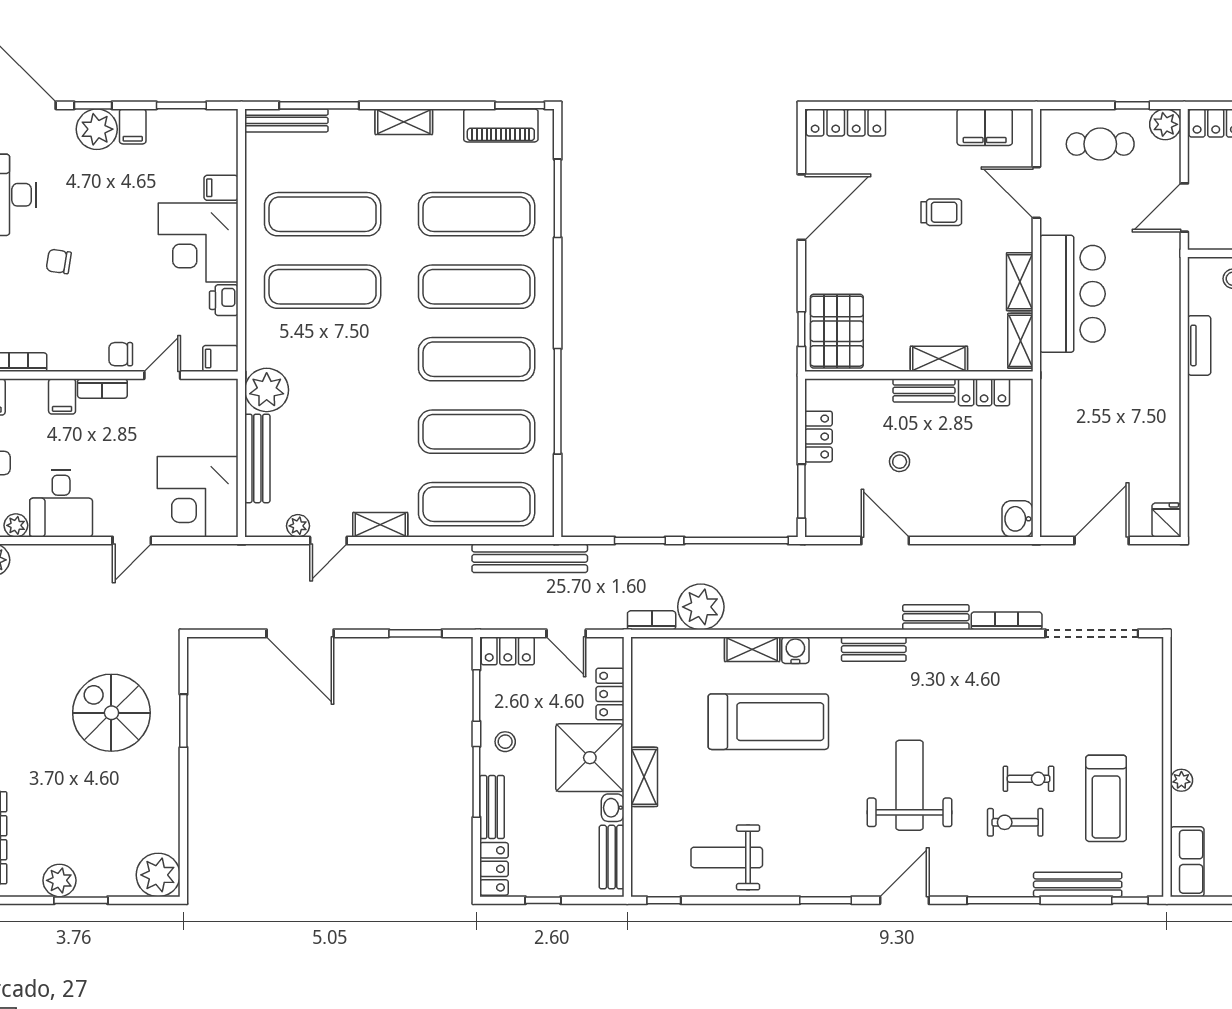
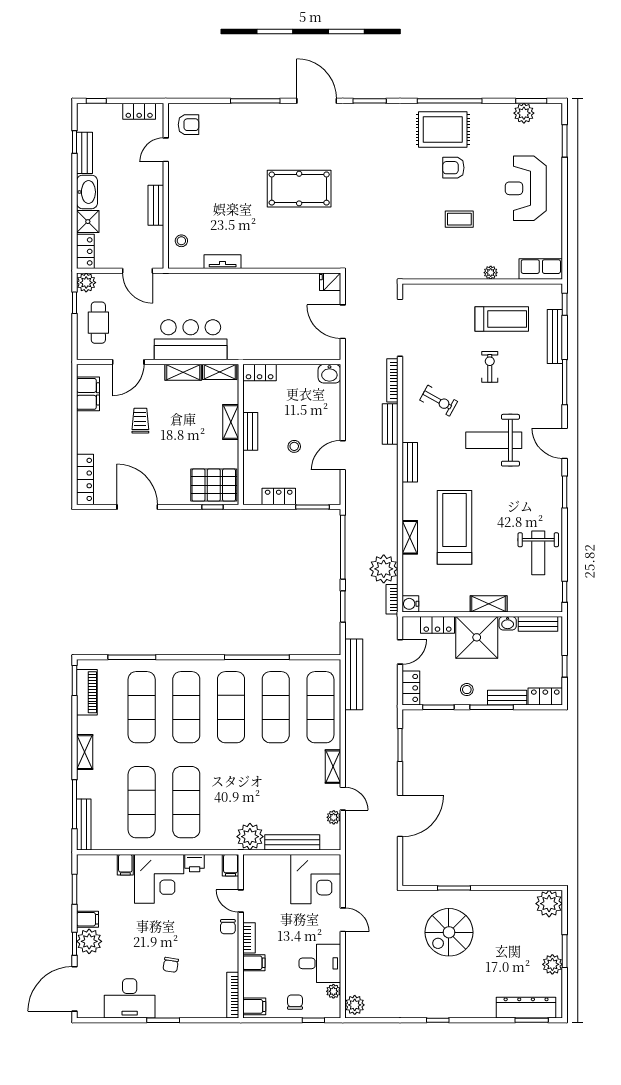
locker: (984, 392) -> (260, 373), moved, turned 90
water cooler: (795, 650) -> (410, 604), moved
exercise bike: (1015, 822) -> (439, 401), moved, turned -61

